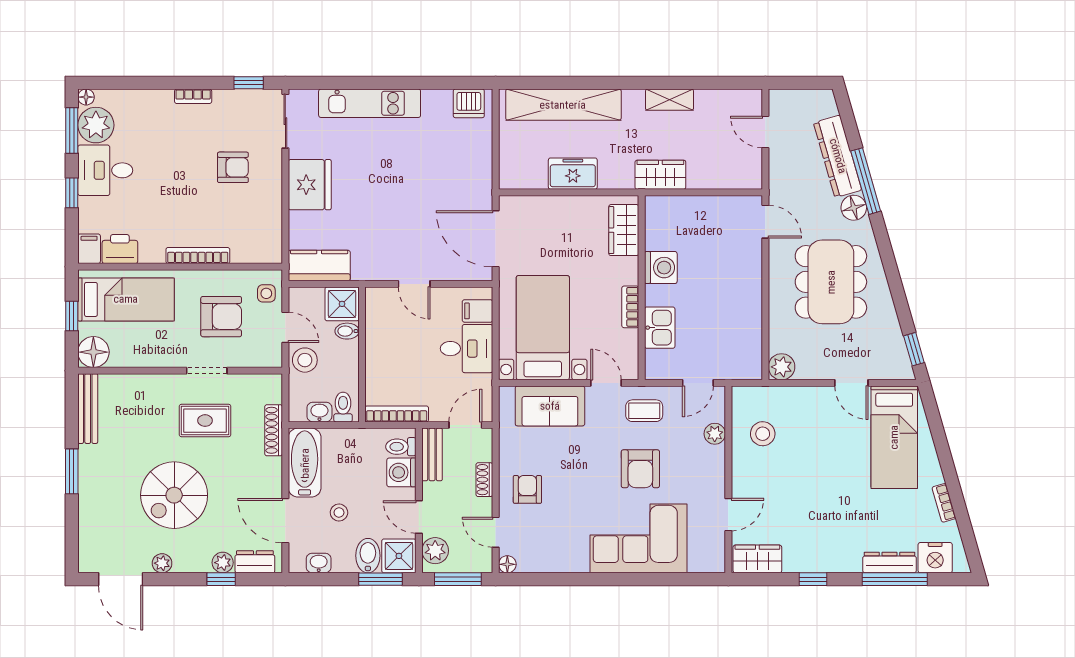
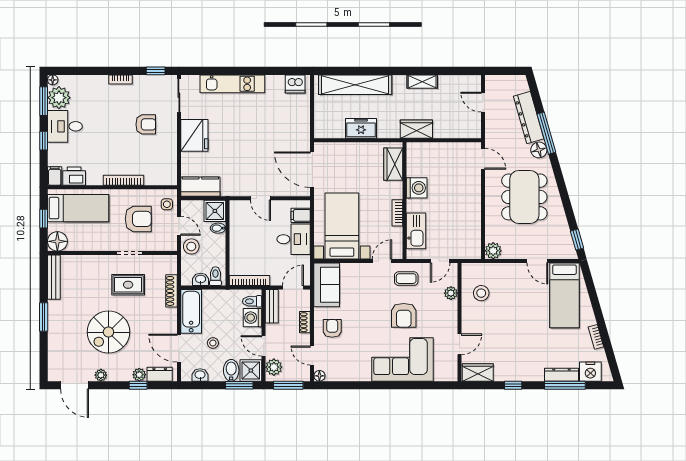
kitchen sink: (660, 328) -> (416, 231), width x1.38
door: (606, 383) -> (382, 261), hinge flipped
sofa: (550, 406) -> (327, 285), moved, turned -90

